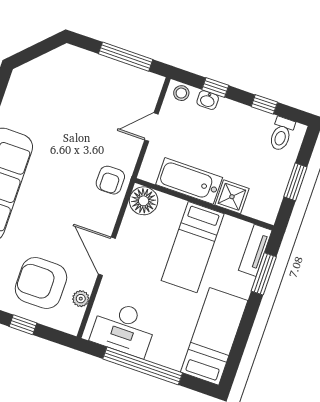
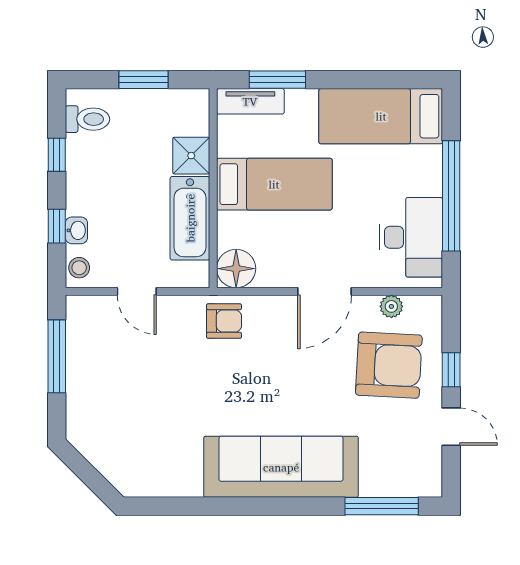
armchair: (41, 283) -> (389, 365), turned -87

